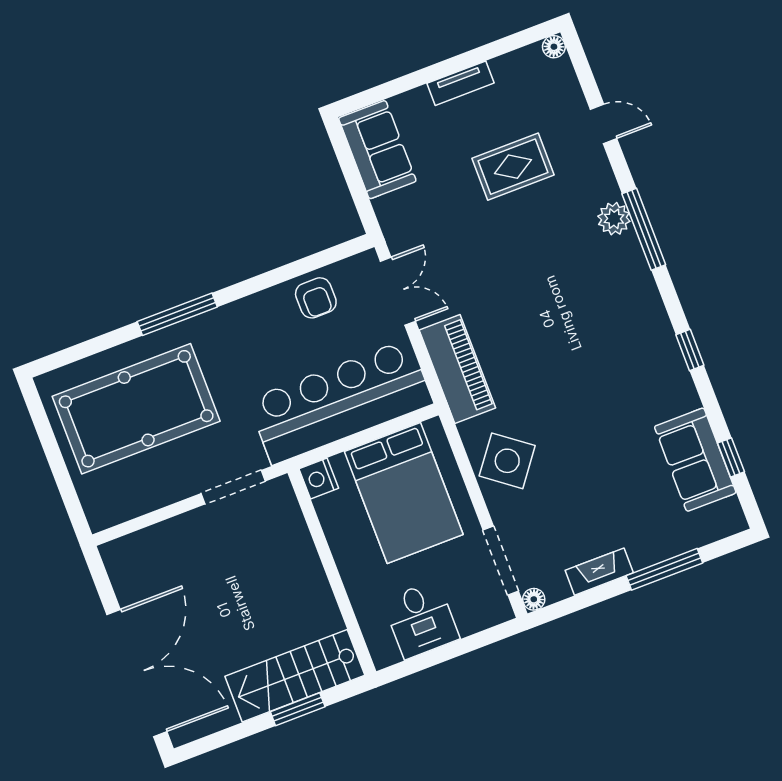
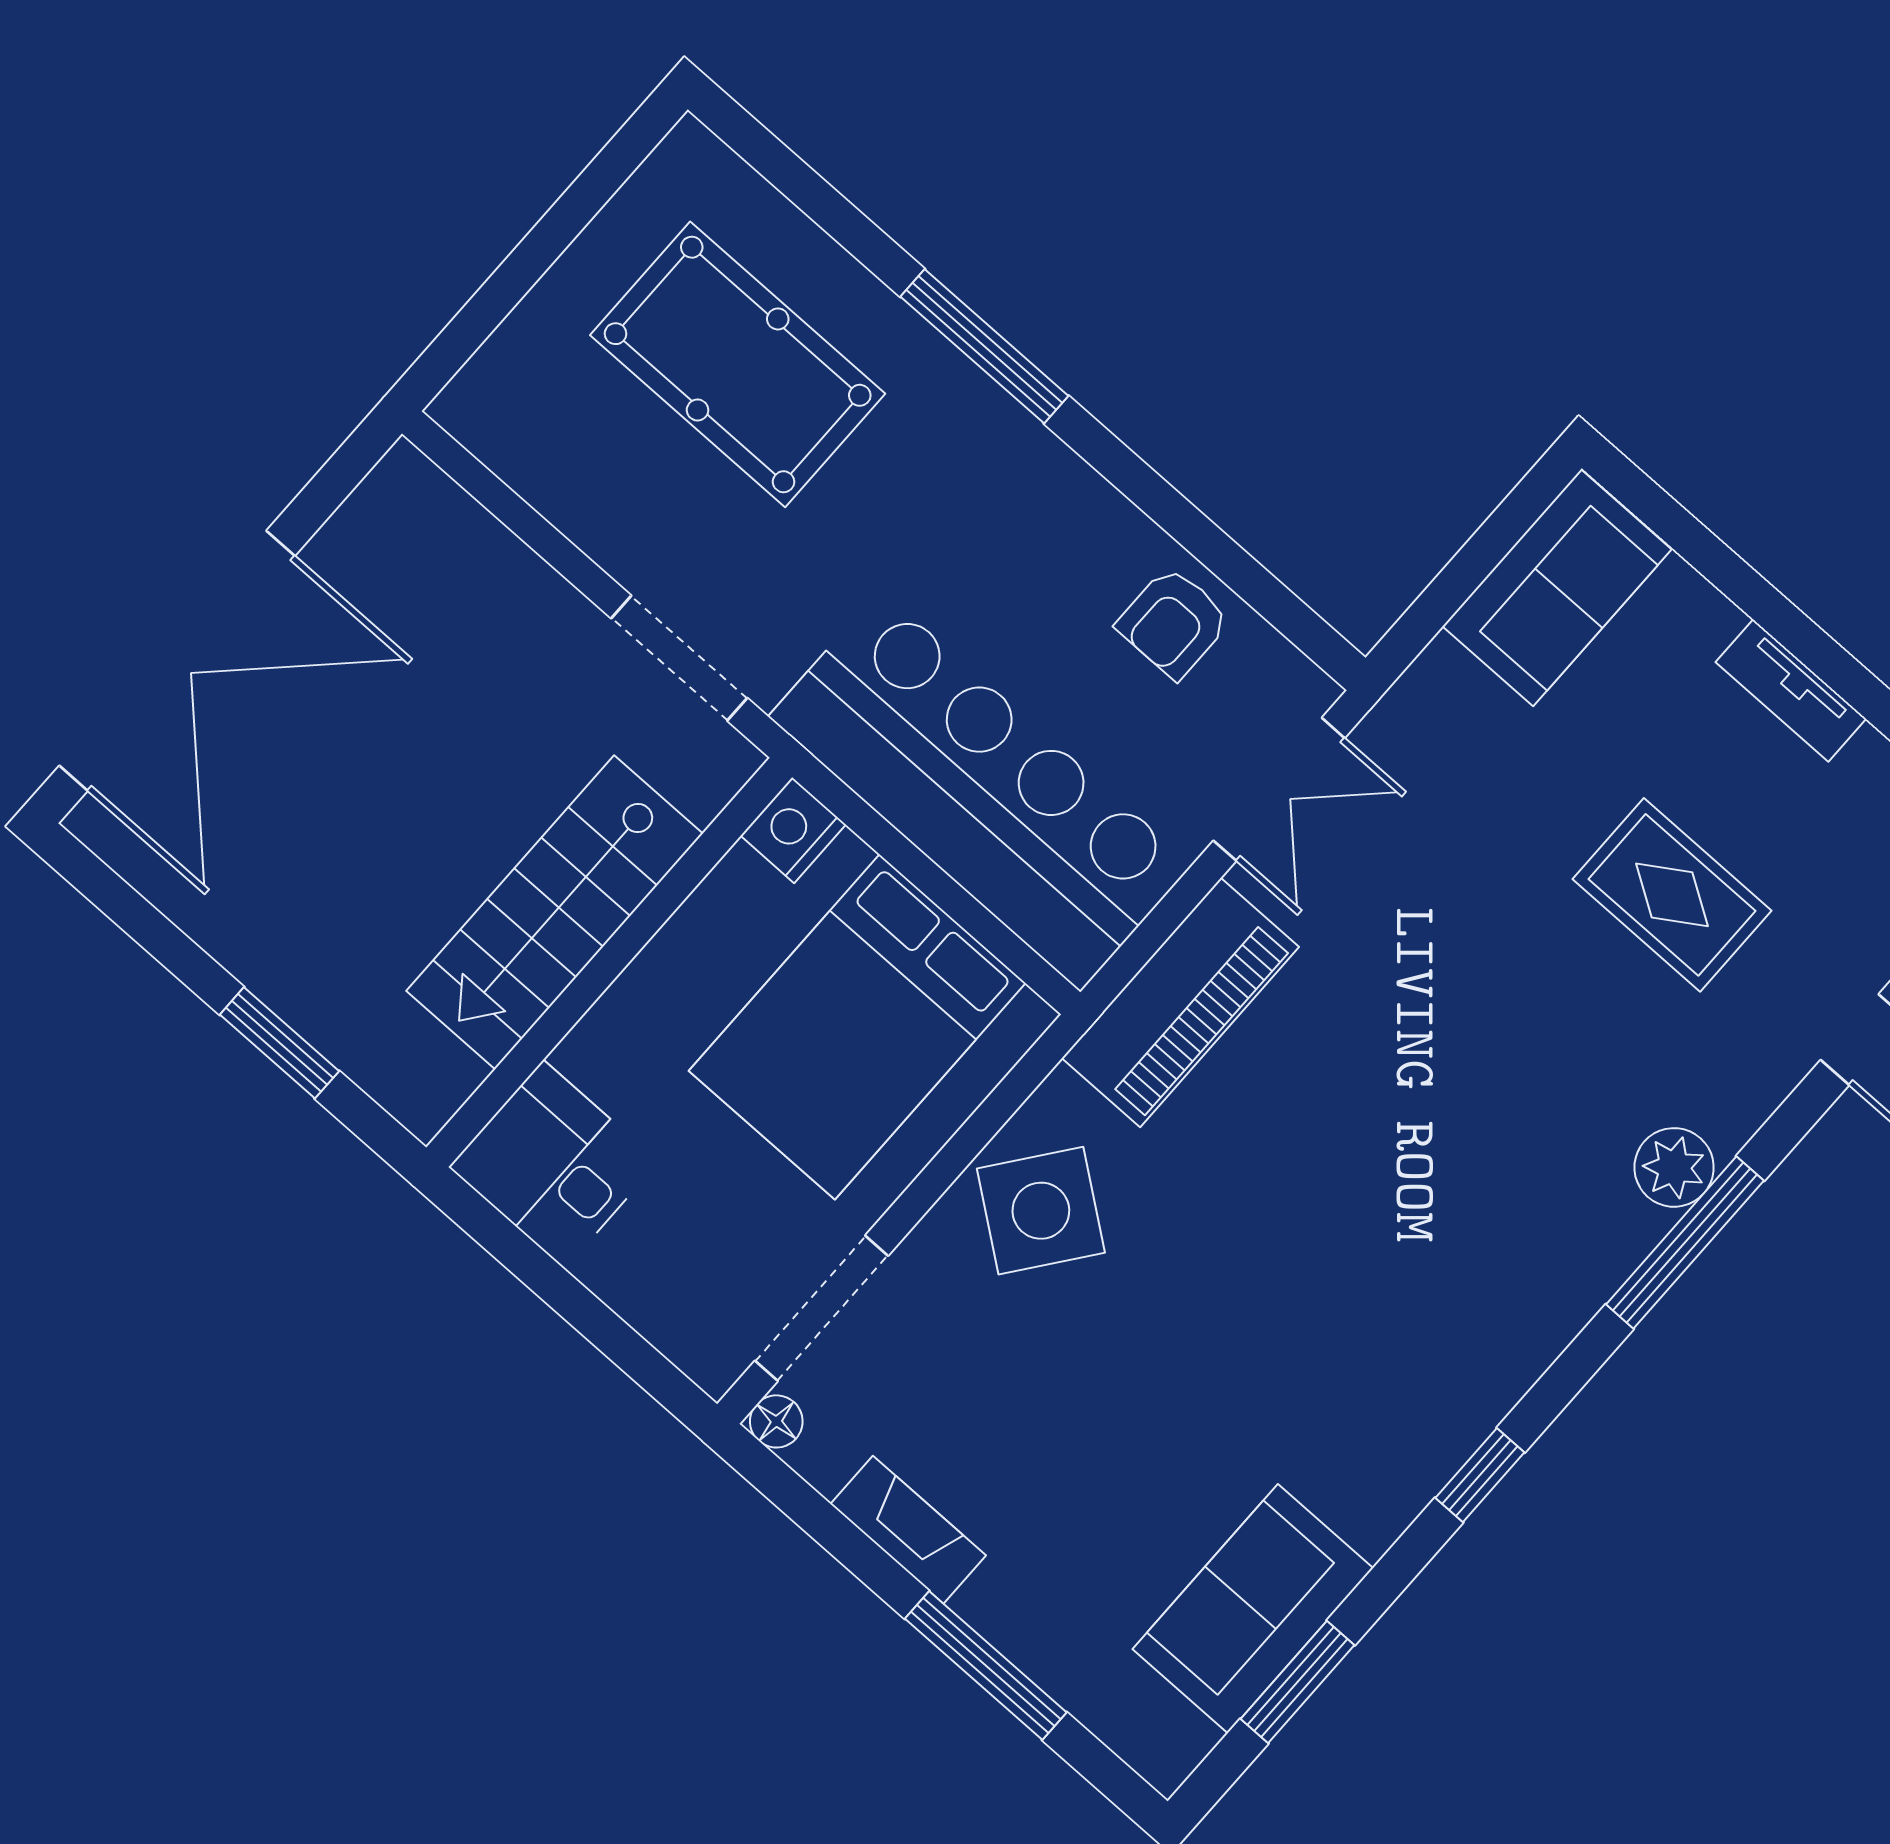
pool table: (136, 409) -> (738, 364), width x0.73, depth x0.76
window: (731, 457) -> (1297, 1682), width x1.50
desk: (421, 619) -> (554, 1164), moved, turned 90
stairs: (295, 676) -> (555, 912), moved, turned -90

